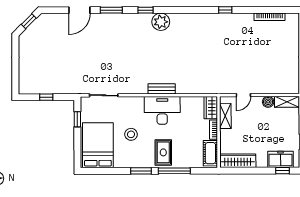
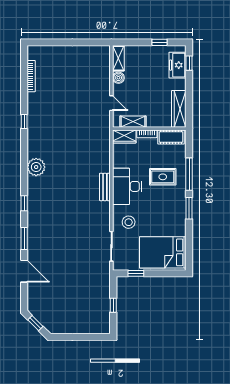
plant: (161, 22) -> (36, 167), moved
stool: (131, 134) -> (129, 222), moved
rug: (163, 152) -> (163, 177), moved

